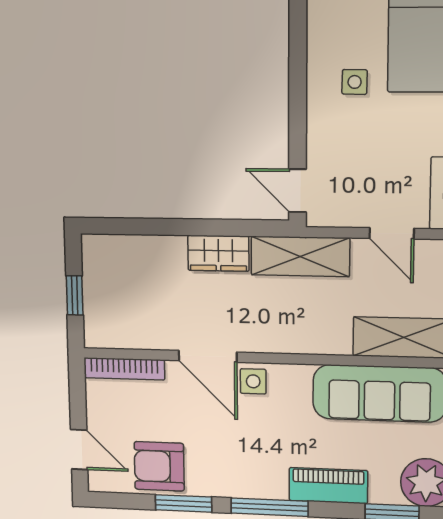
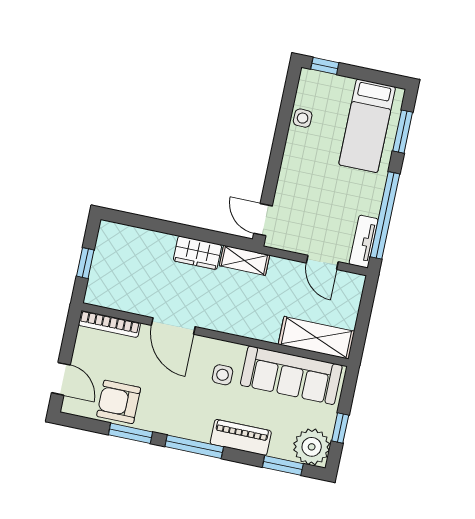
side table: (355, 82) -> (303, 118), moved
shelving: (300, 256) -> (244, 260), width x0.67, depth x0.75
side table: (253, 381) -> (223, 375), moved

